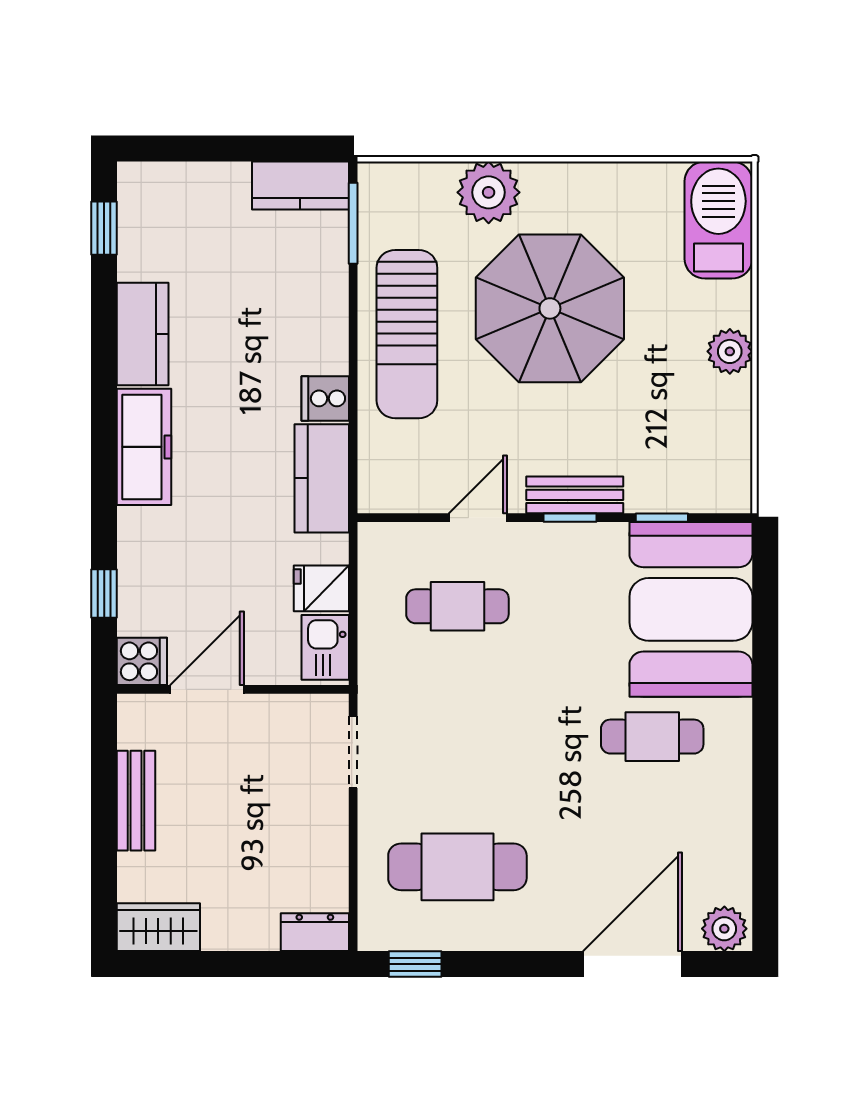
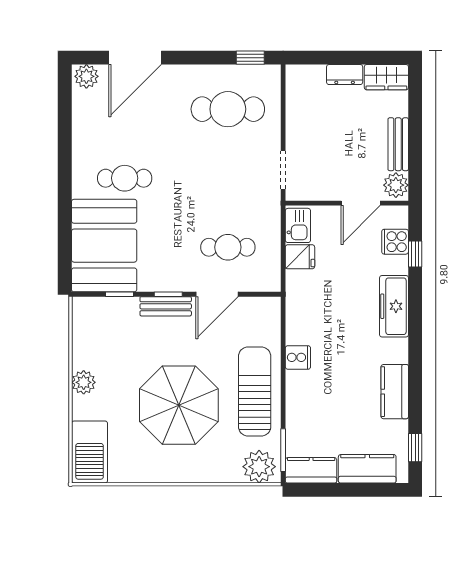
plant: (489, 192) -> (259, 467), moved
freezer: (144, 447) -> (394, 306), moved
kitchen counter: (322, 478) -> (367, 469), moved, turned -90
door: (478, 518) -> (217, 294), width x1.38
cooker: (142, 661) -> (395, 242), moved
plant: (141, 724) -> (396, 185), added
dresser: (315, 932) -> (345, 75), moved

